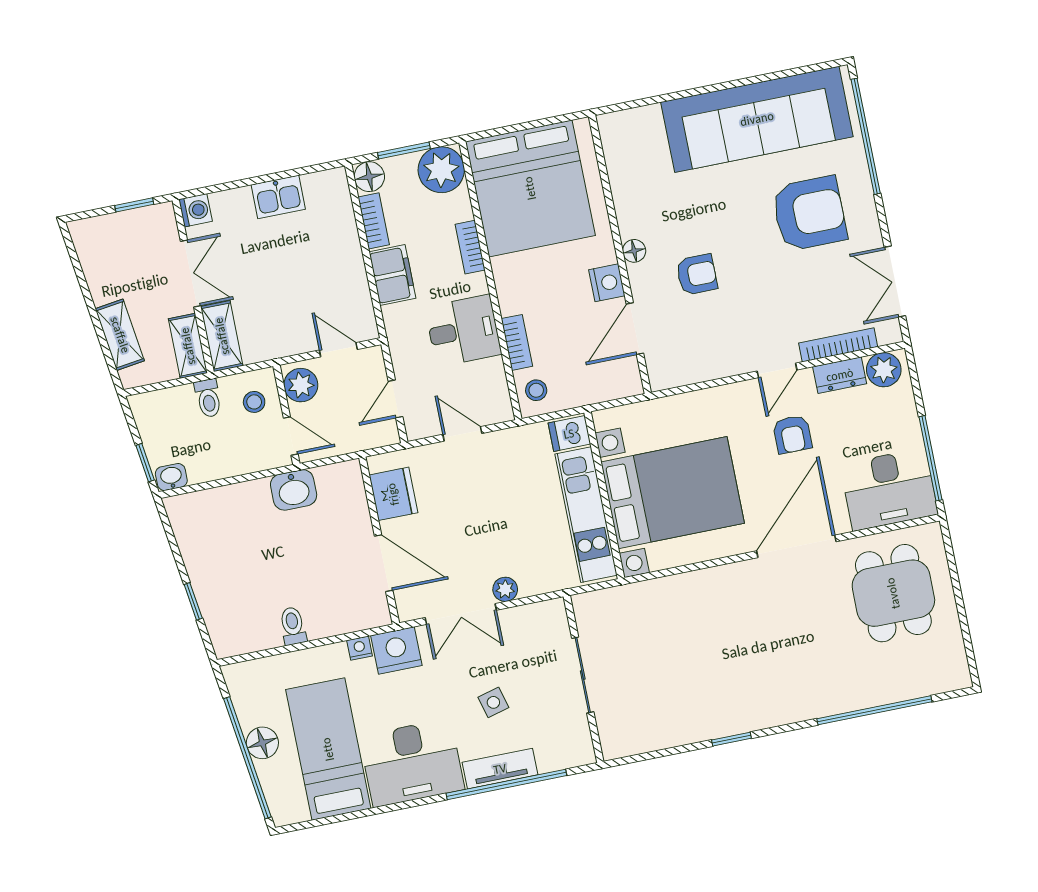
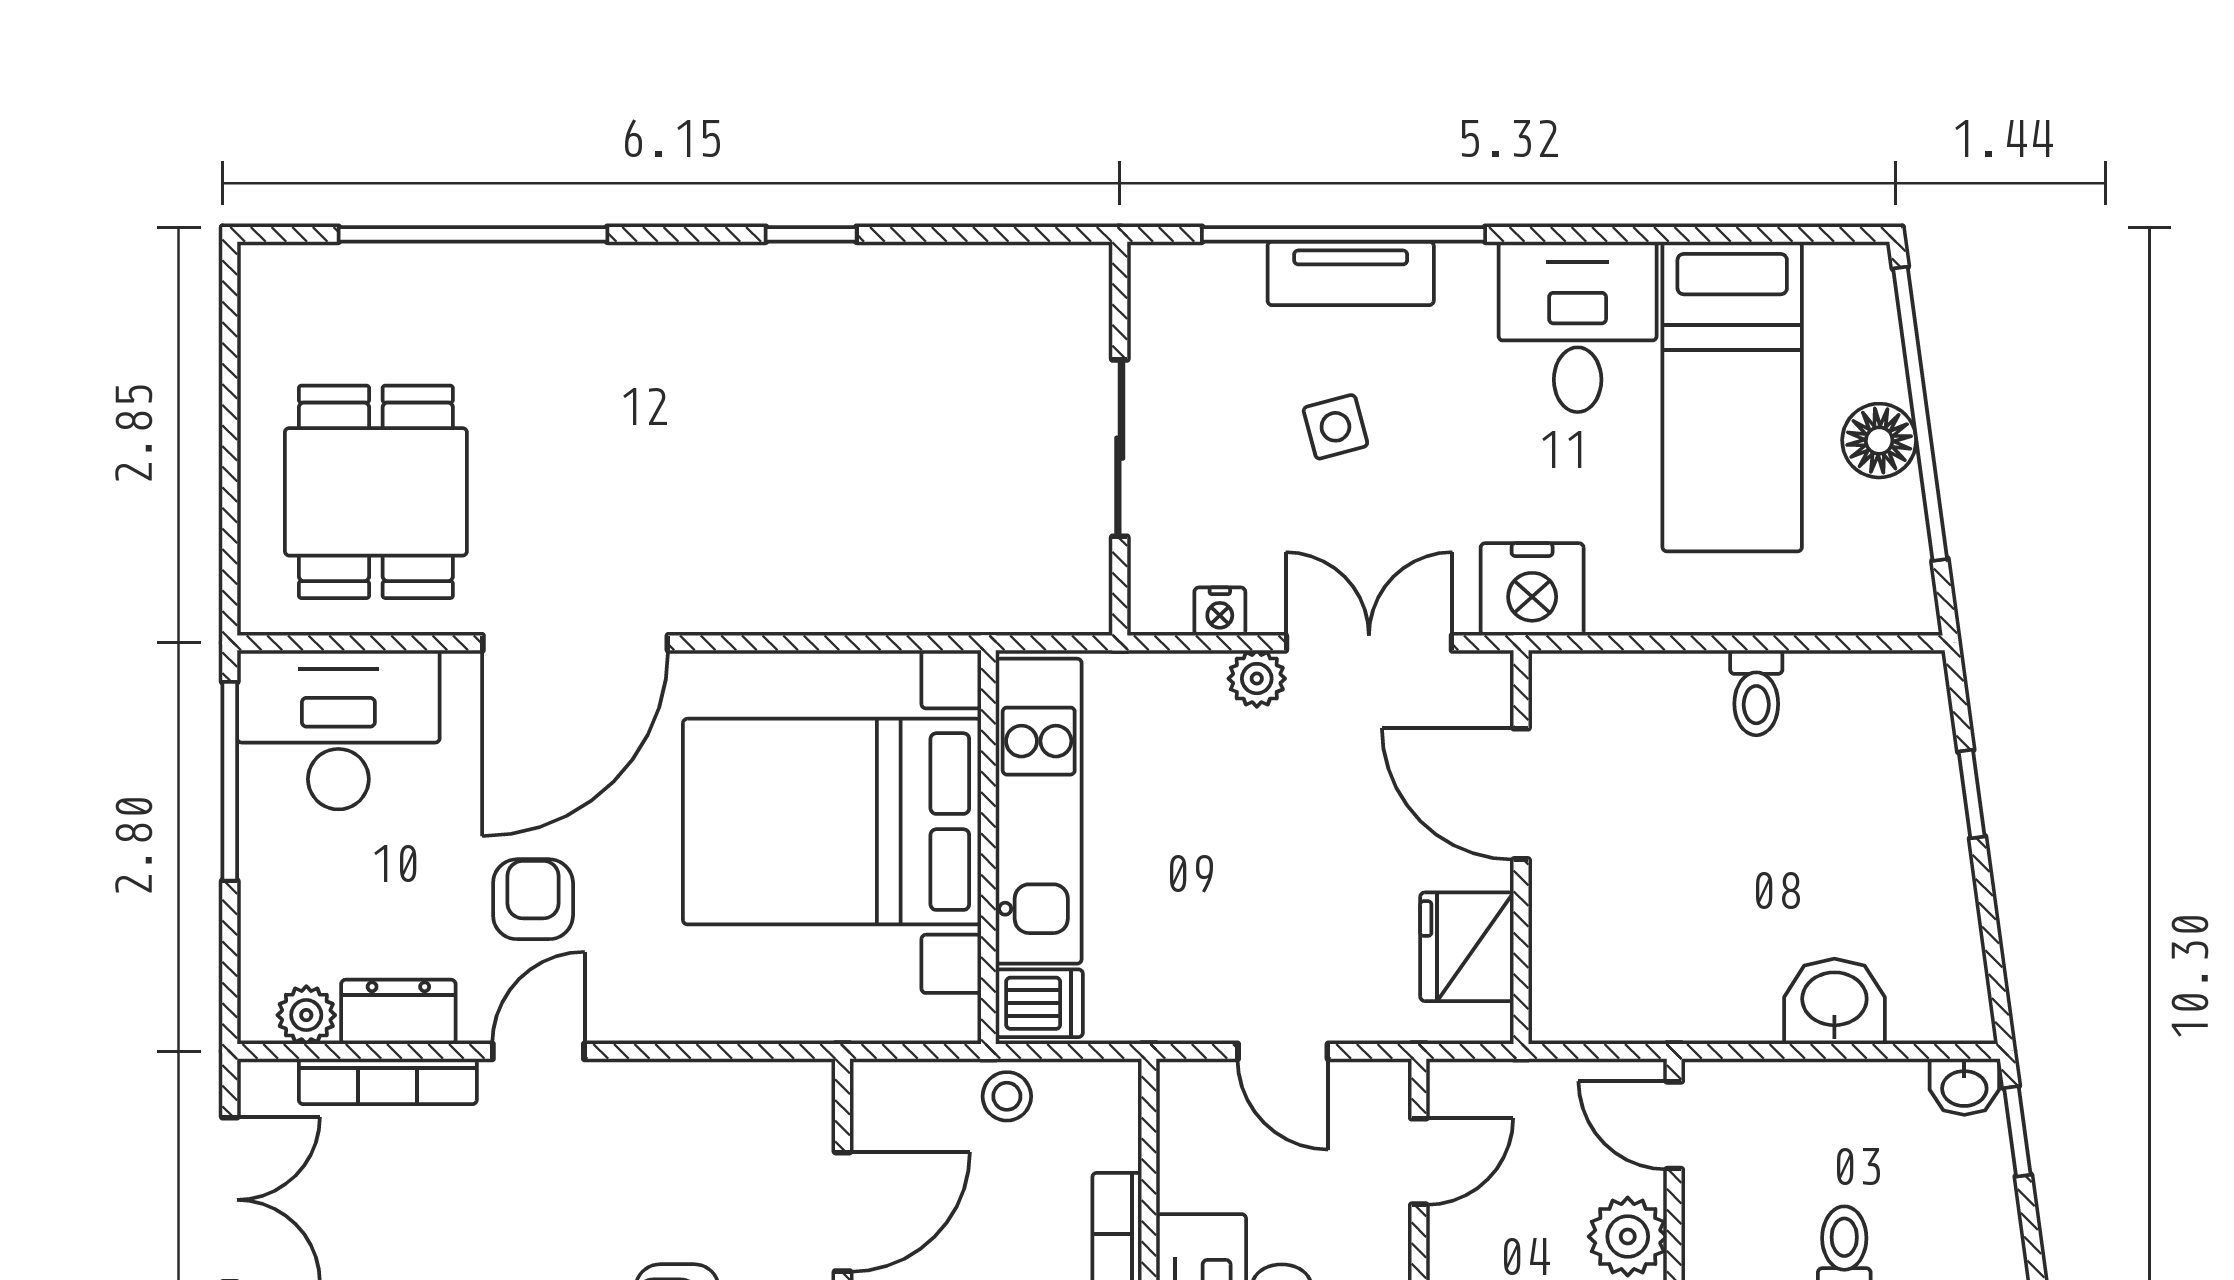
plant: (884, 370) -> (306, 1015), width x0.73, depth x0.73
stool: (536, 390) -> (1007, 1096), moved
stool: (254, 402) -> (1742, 1220), removed
washbasin: (294, 490) -> (1834, 1001), moved
nightstand: (360, 648) -> (1220, 612), moved
desk: (412, 763) -> (1578, 327), width x0.73

